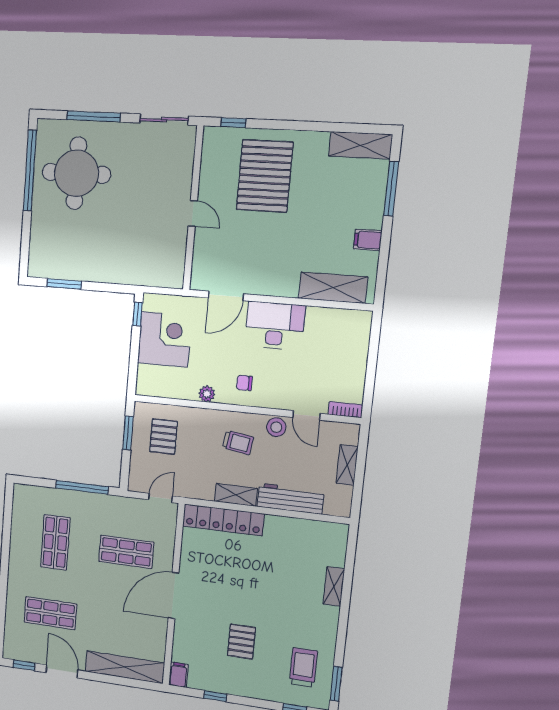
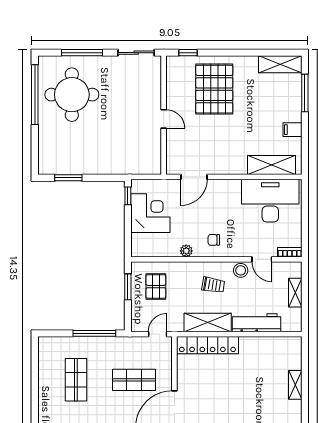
desk: (275, 326) -> (270, 201), moved, width x1.36, depth x1.30
shelving: (236, 495) -> (208, 322), width x1.50, depth x1.33

